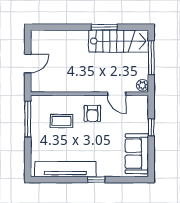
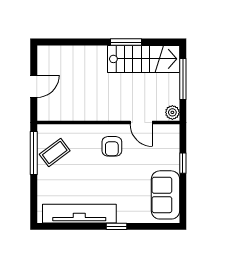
coffee table: (61, 121) -> (55, 153), moved, turned -37

